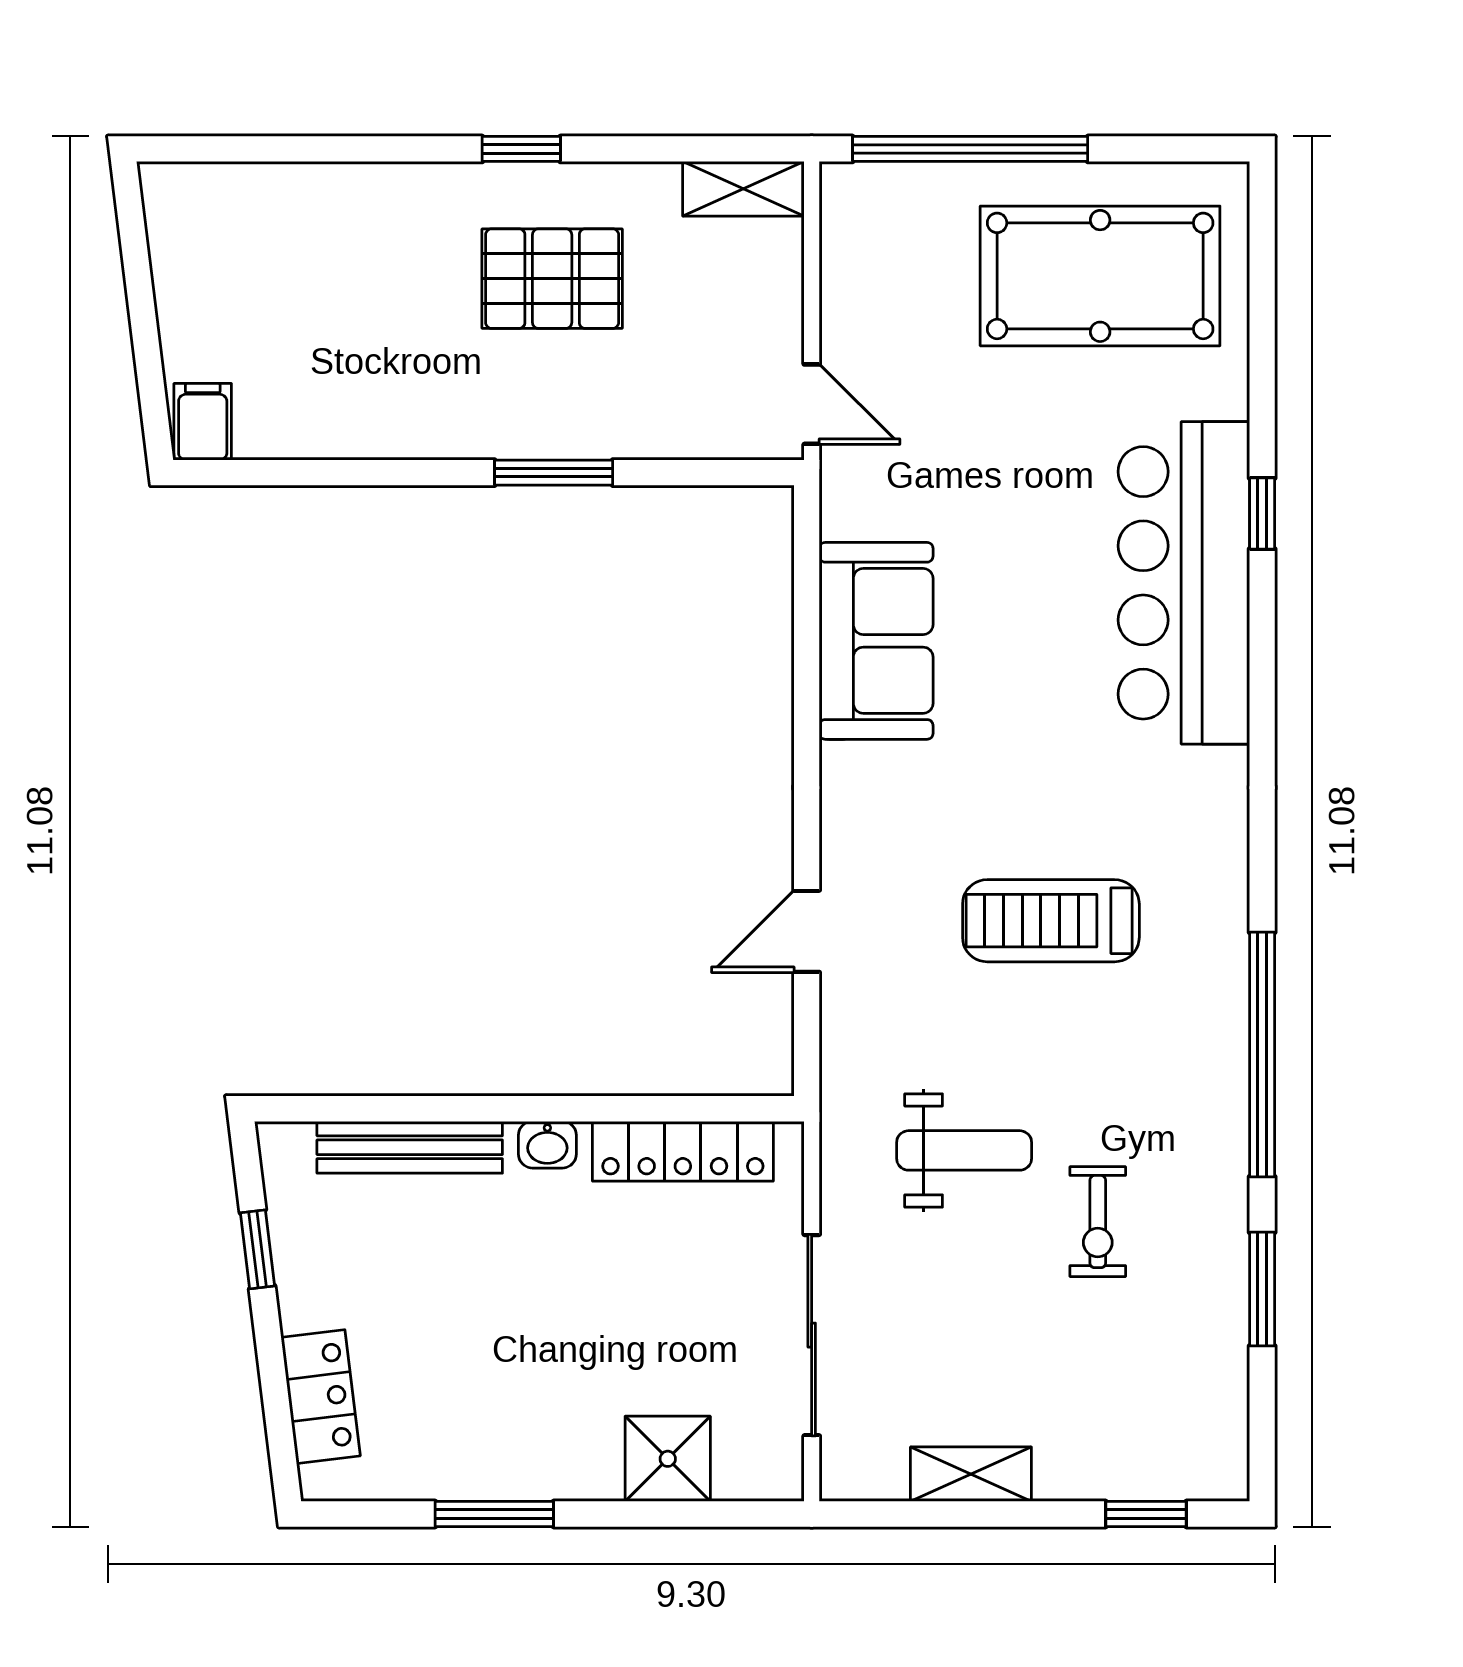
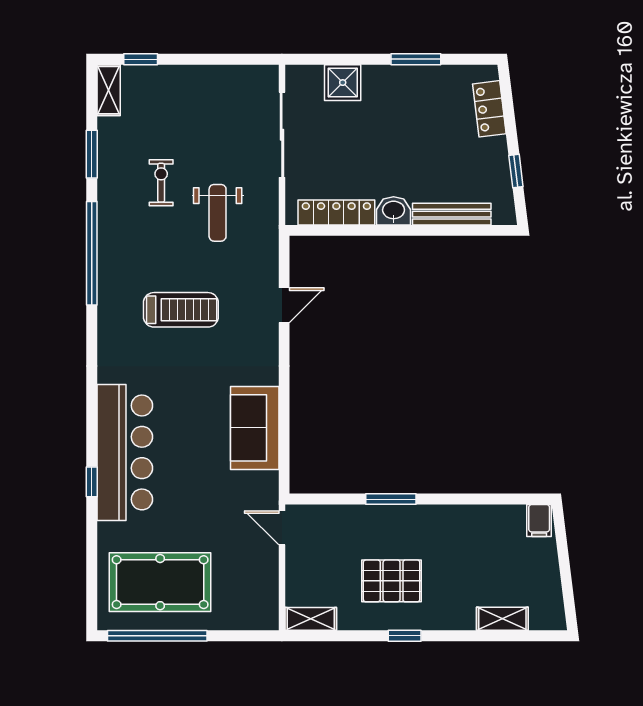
window: (970, 149) -> (157, 636), moved
shelving: (290, 189) -> (502, 619), added
washbasin: (547, 1145) -> (394, 211), width x1.38, depth x1.45
weight bench: (964, 1150) -> (218, 213), turned -90
shelving: (971, 1474) -> (109, 90), moved, turned 90

